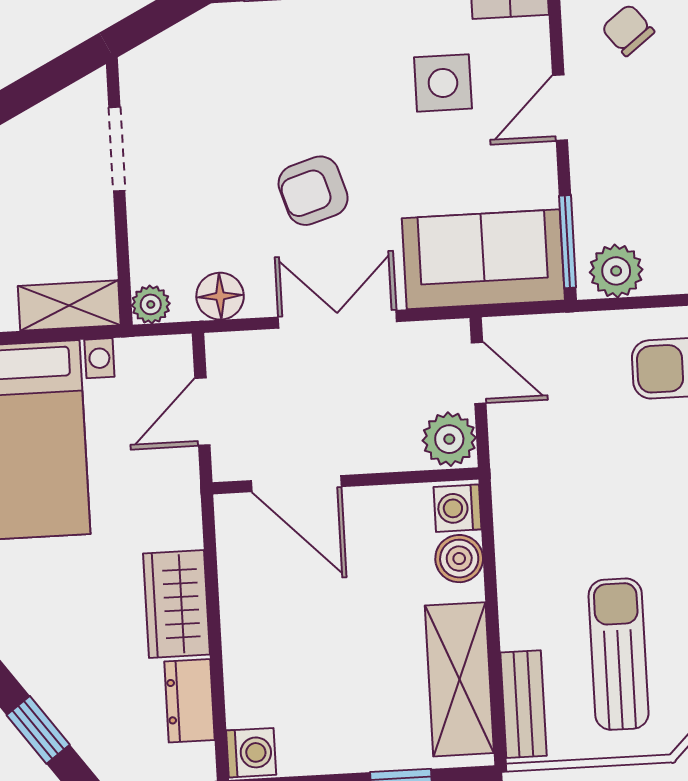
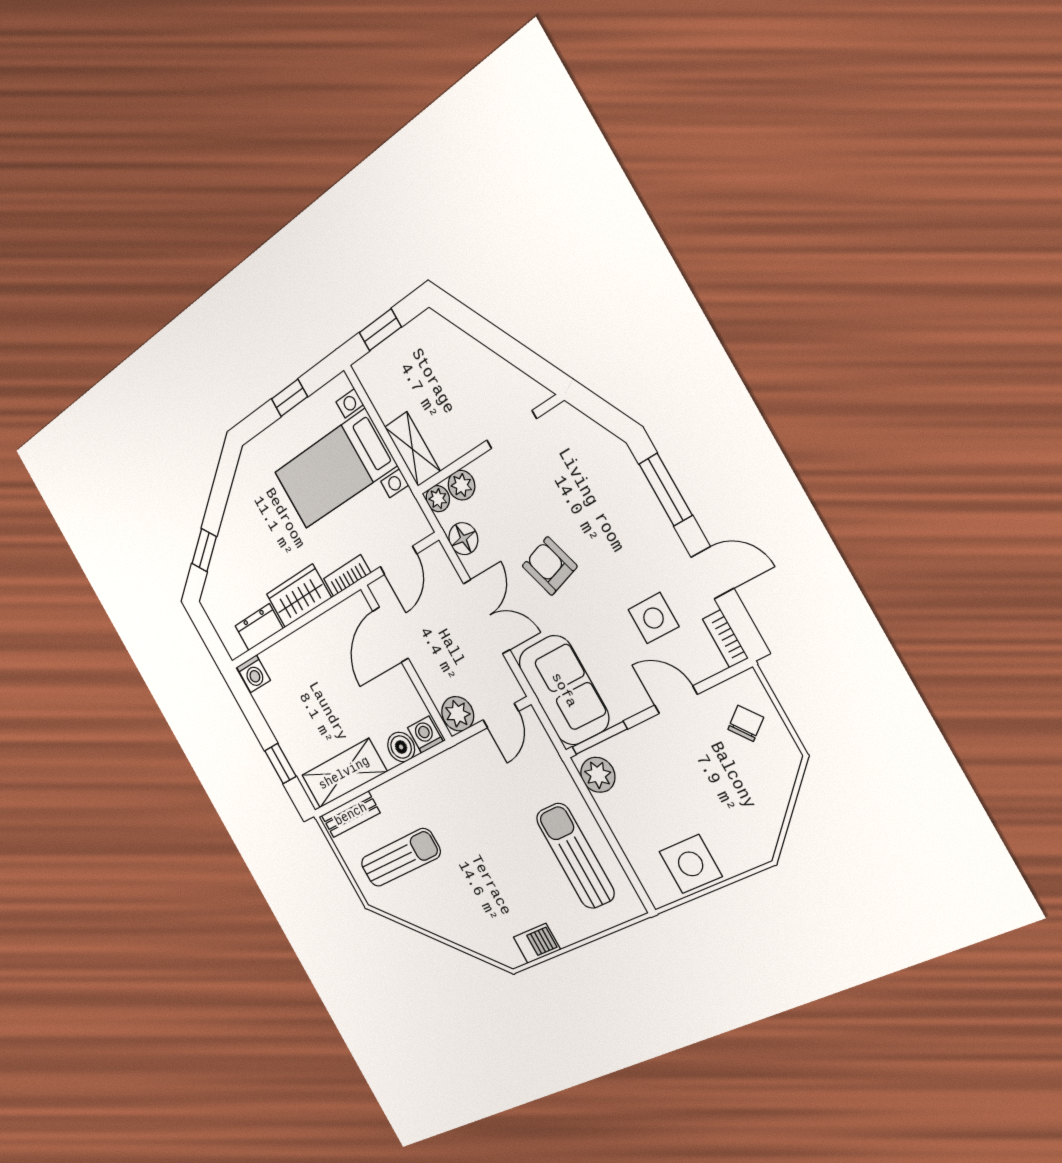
plant: (151, 260) -> (461, 485), added
door: (202, 412) -> (398, 560), swing flipped
bookcase: (185, 506) -> (347, 576), added

